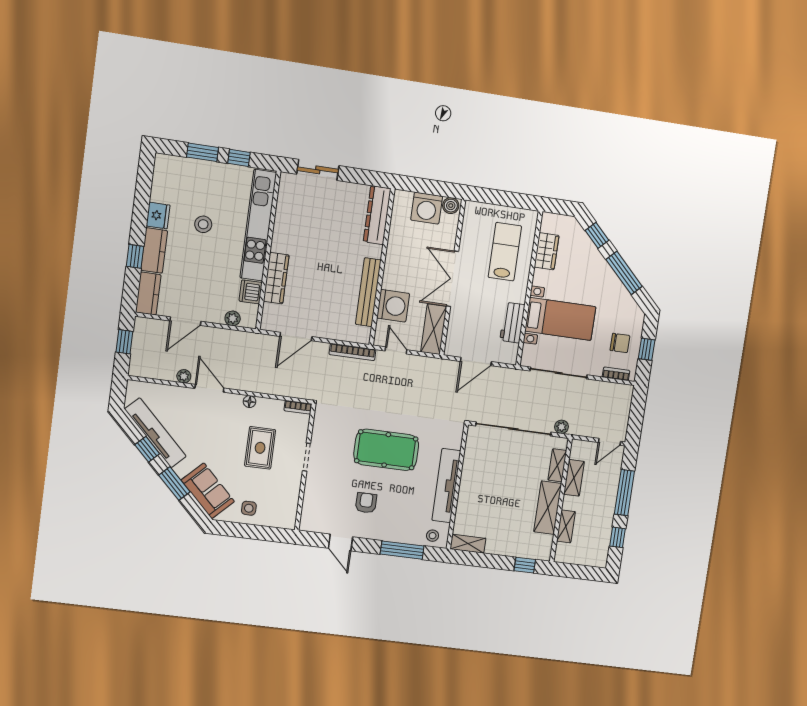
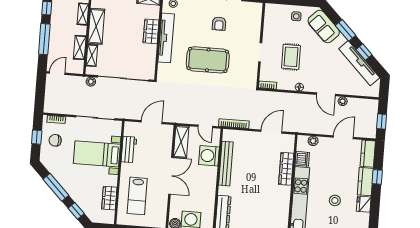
wardrobe: (468, 496) -> (151, 31), added

